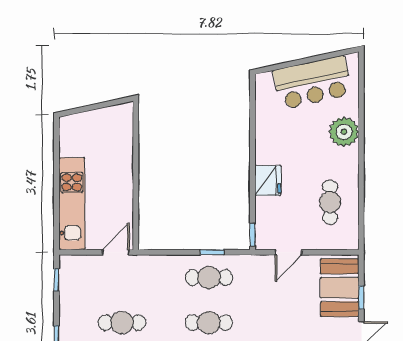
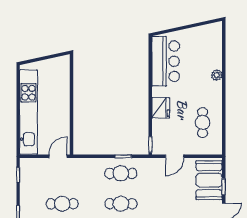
bar counter: (313, 82) -> (166, 61), moved, turned -78
plant: (344, 132) -> (217, 75), width x0.53, depth x0.53
kitchen unit: (72, 204) -> (28, 112), width x1.36

